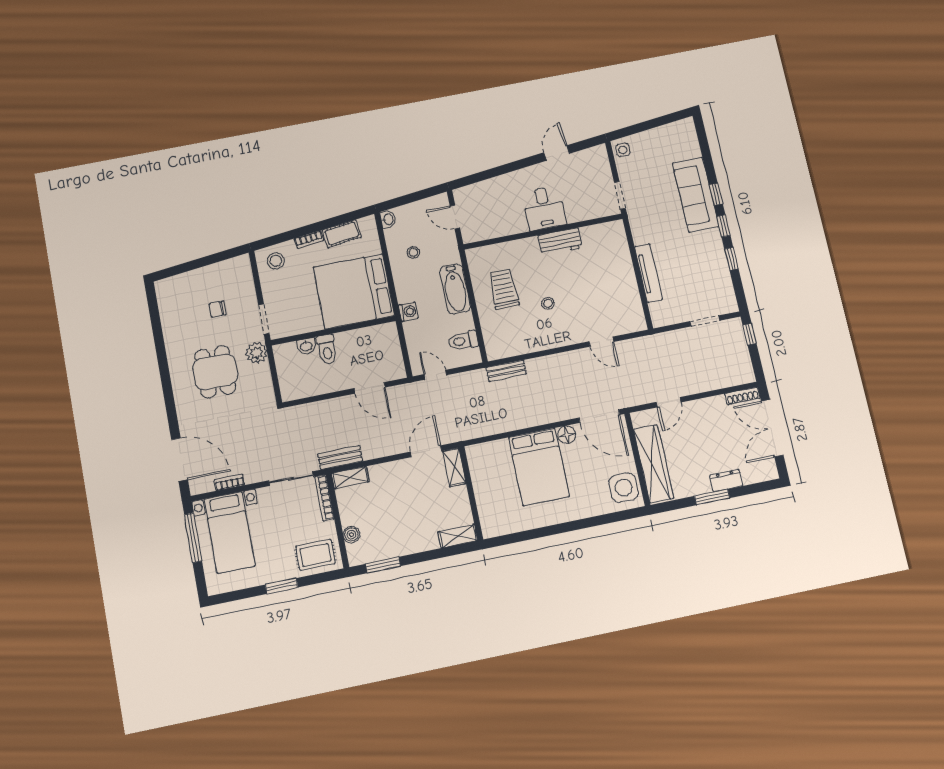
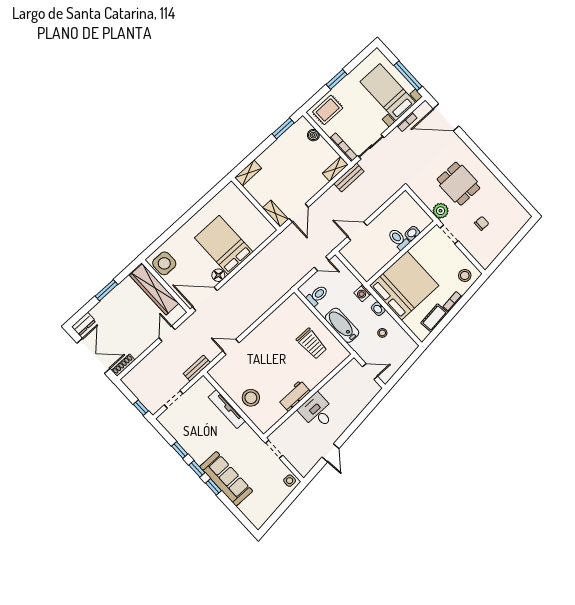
washbasin: (388, 219) -> (378, 309), moved
stool: (548, 303) -> (251, 398), moved, width x1.89, depth x1.89
bench: (506, 371) -> (197, 368), moved
dresser: (726, 481) -> (84, 324), moved

